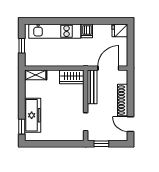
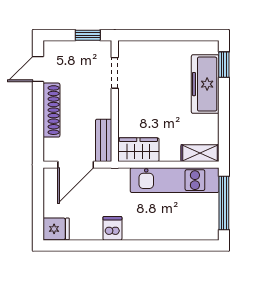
kitchen unit: (55, 31) -> (175, 180), moved, turned 180
window: (22, 46) -> (224, 203), width x2.17
bench: (92, 87) -> (104, 140), width x0.73
door: (130, 124) -> (38, 69), swing flipped

